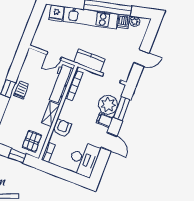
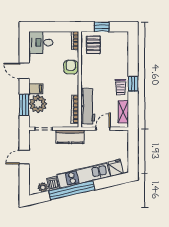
shelving: (51, 114) -> (123, 112), moved
armchair: (62, 128) -> (71, 67), turned 180
desk: (84, 159) -> (41, 43), width x0.73

